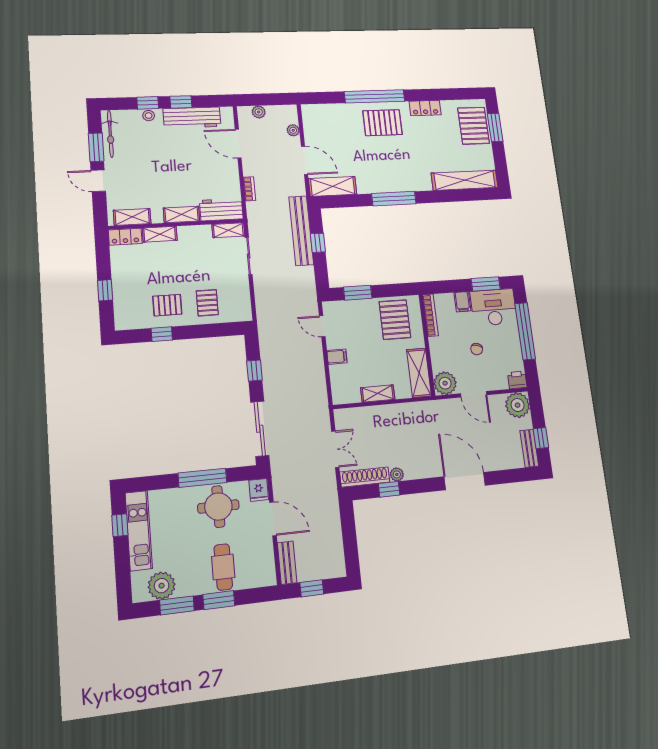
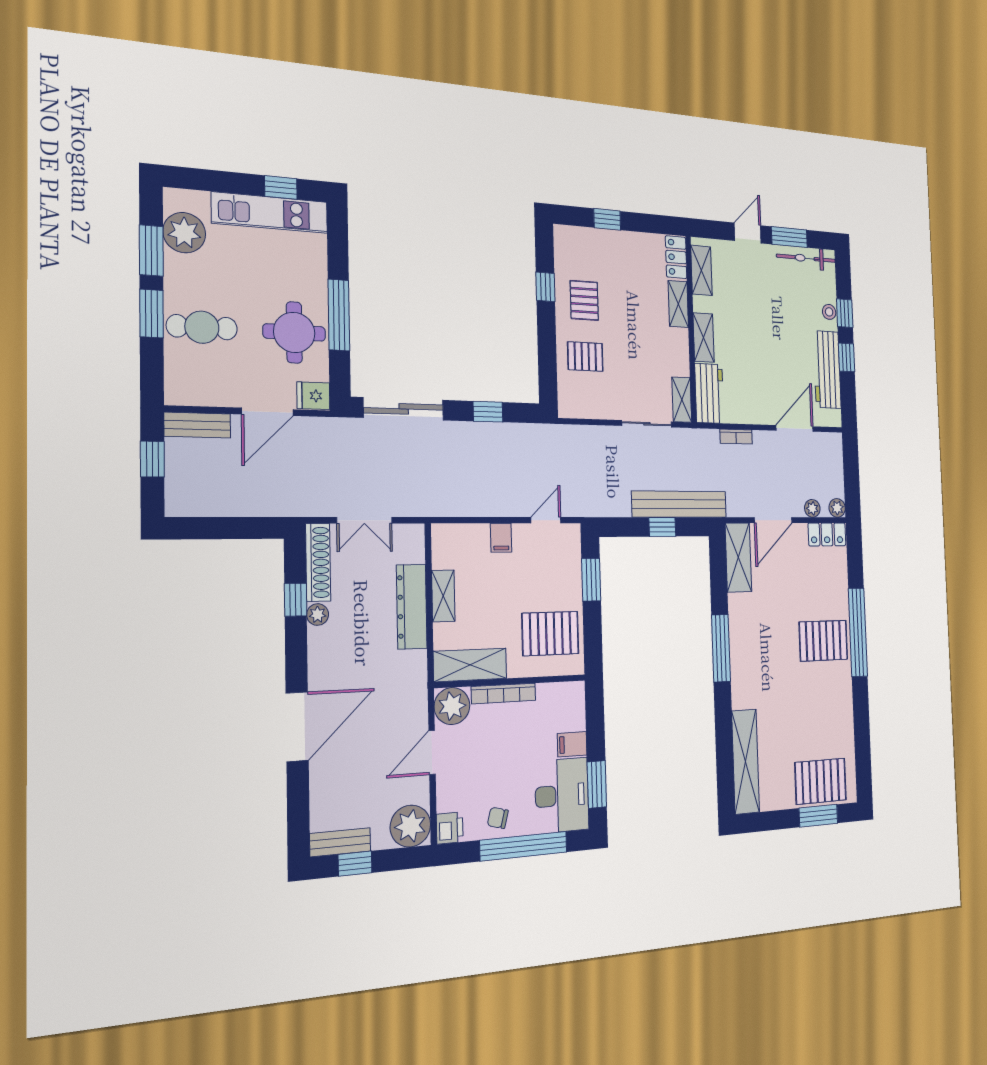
locker: (425, 108) -> (827, 534), moved, turned -90
plant: (259, 112) -> (837, 508), moved
pallet: (382, 123) -> (823, 641), turned 90
bookcase: (430, 315) -> (504, 693), moved
chair: (477, 349) -> (498, 818), moved
dresser: (386, 414) -> (412, 607), added

